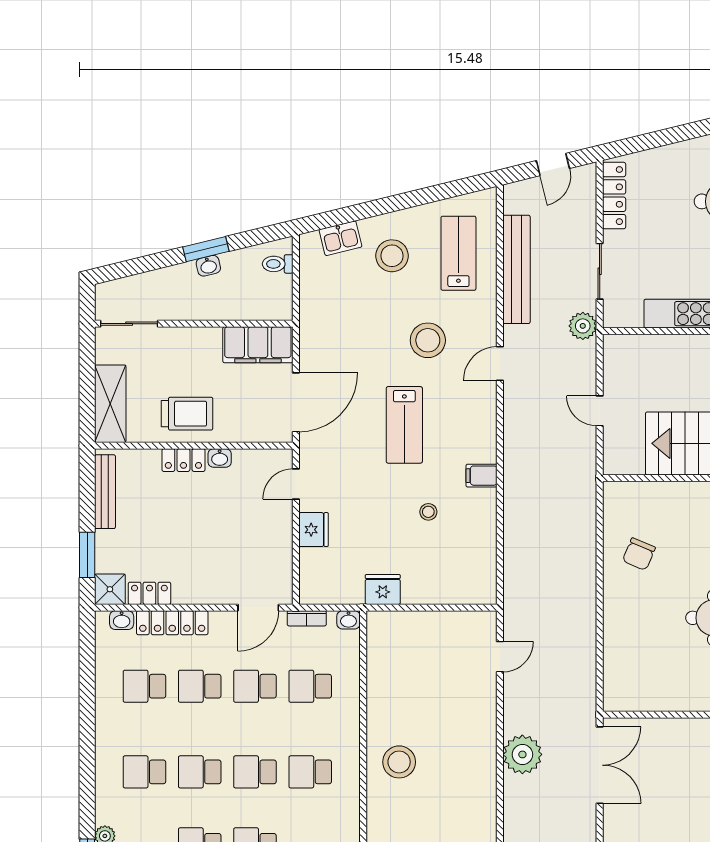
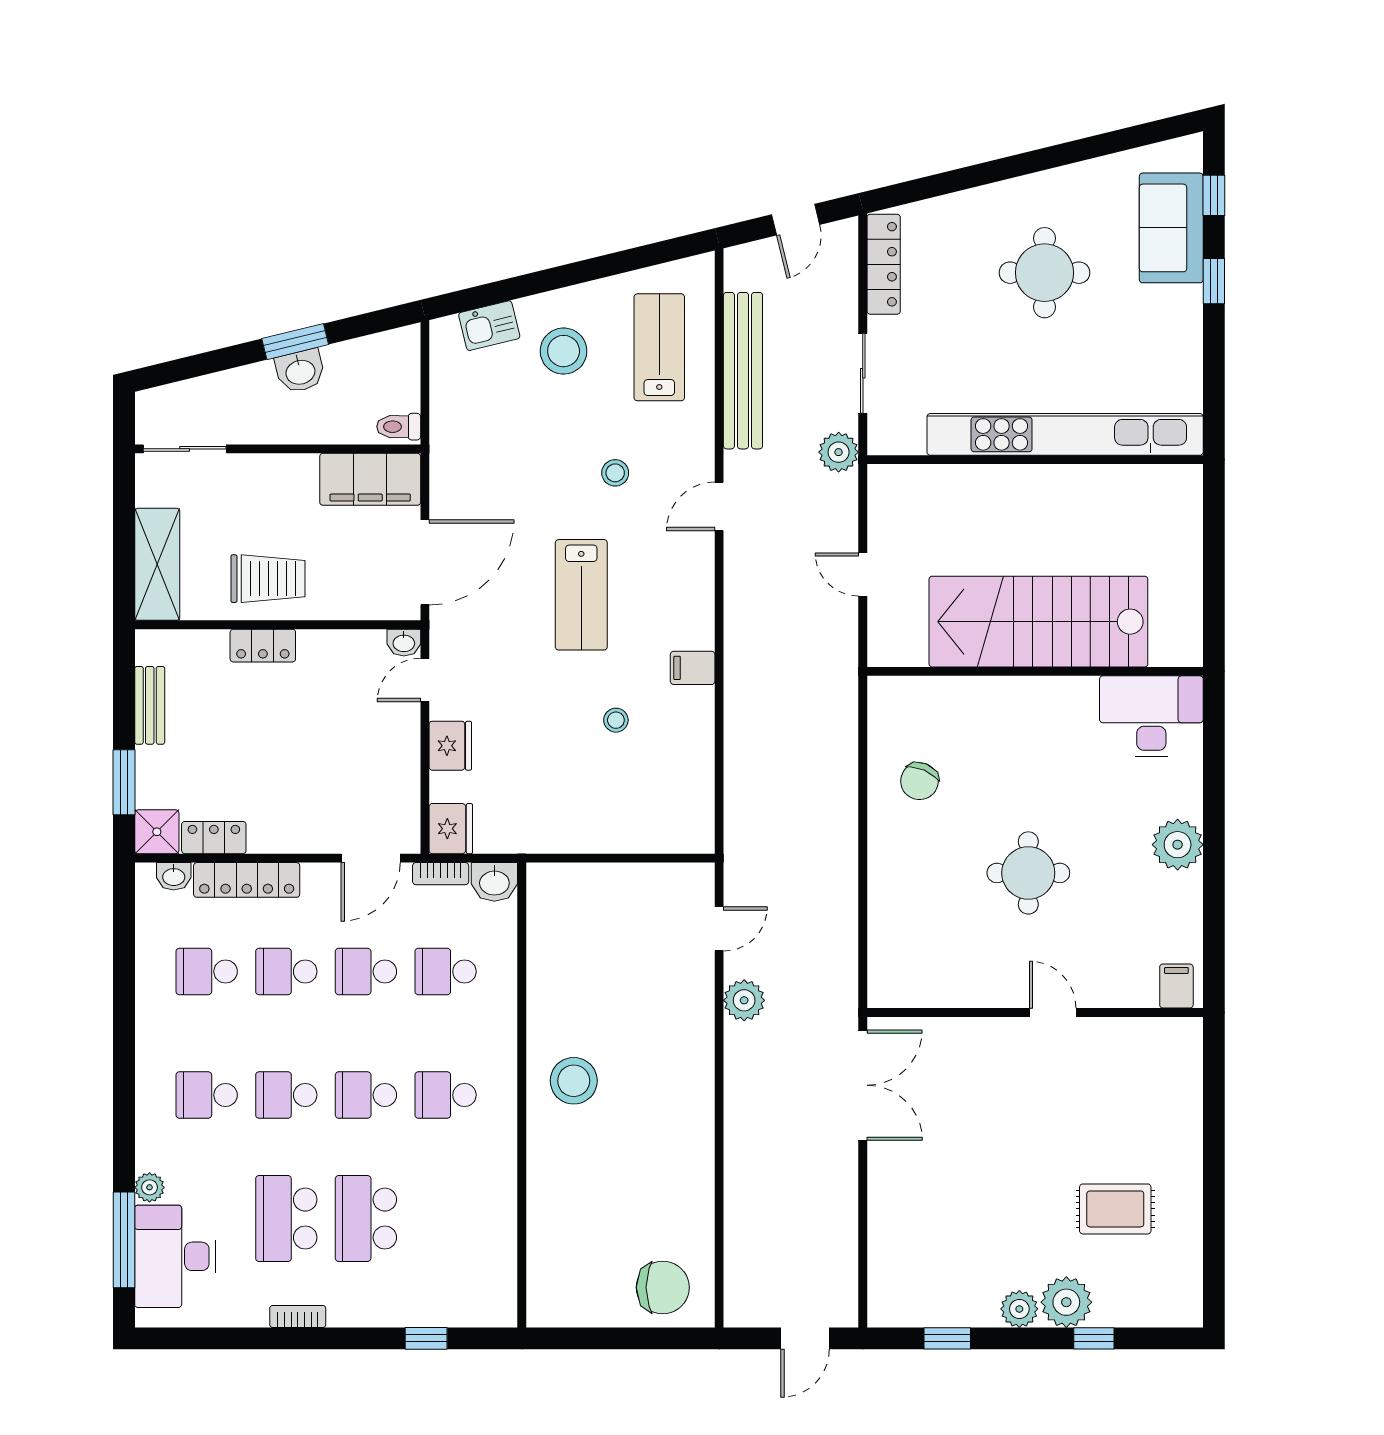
toilet: (278, 264) -> (399, 427), moved
washbasin: (208, 266) -> (300, 371), width x1.38, depth x1.45
stool: (428, 340) -> (615, 473), width x0.53, depth x0.53
washbasin: (220, 458) -> (404, 643), moved
bench: (105, 492) -> (150, 705), width x0.73
fridge: (383, 589) -> (451, 829), moved, turned 90
washbasin: (348, 620) -> (494, 882), width x1.38, depth x1.45
plant: (522, 754) -> (744, 1000), moved, width x0.73, depth x0.73

